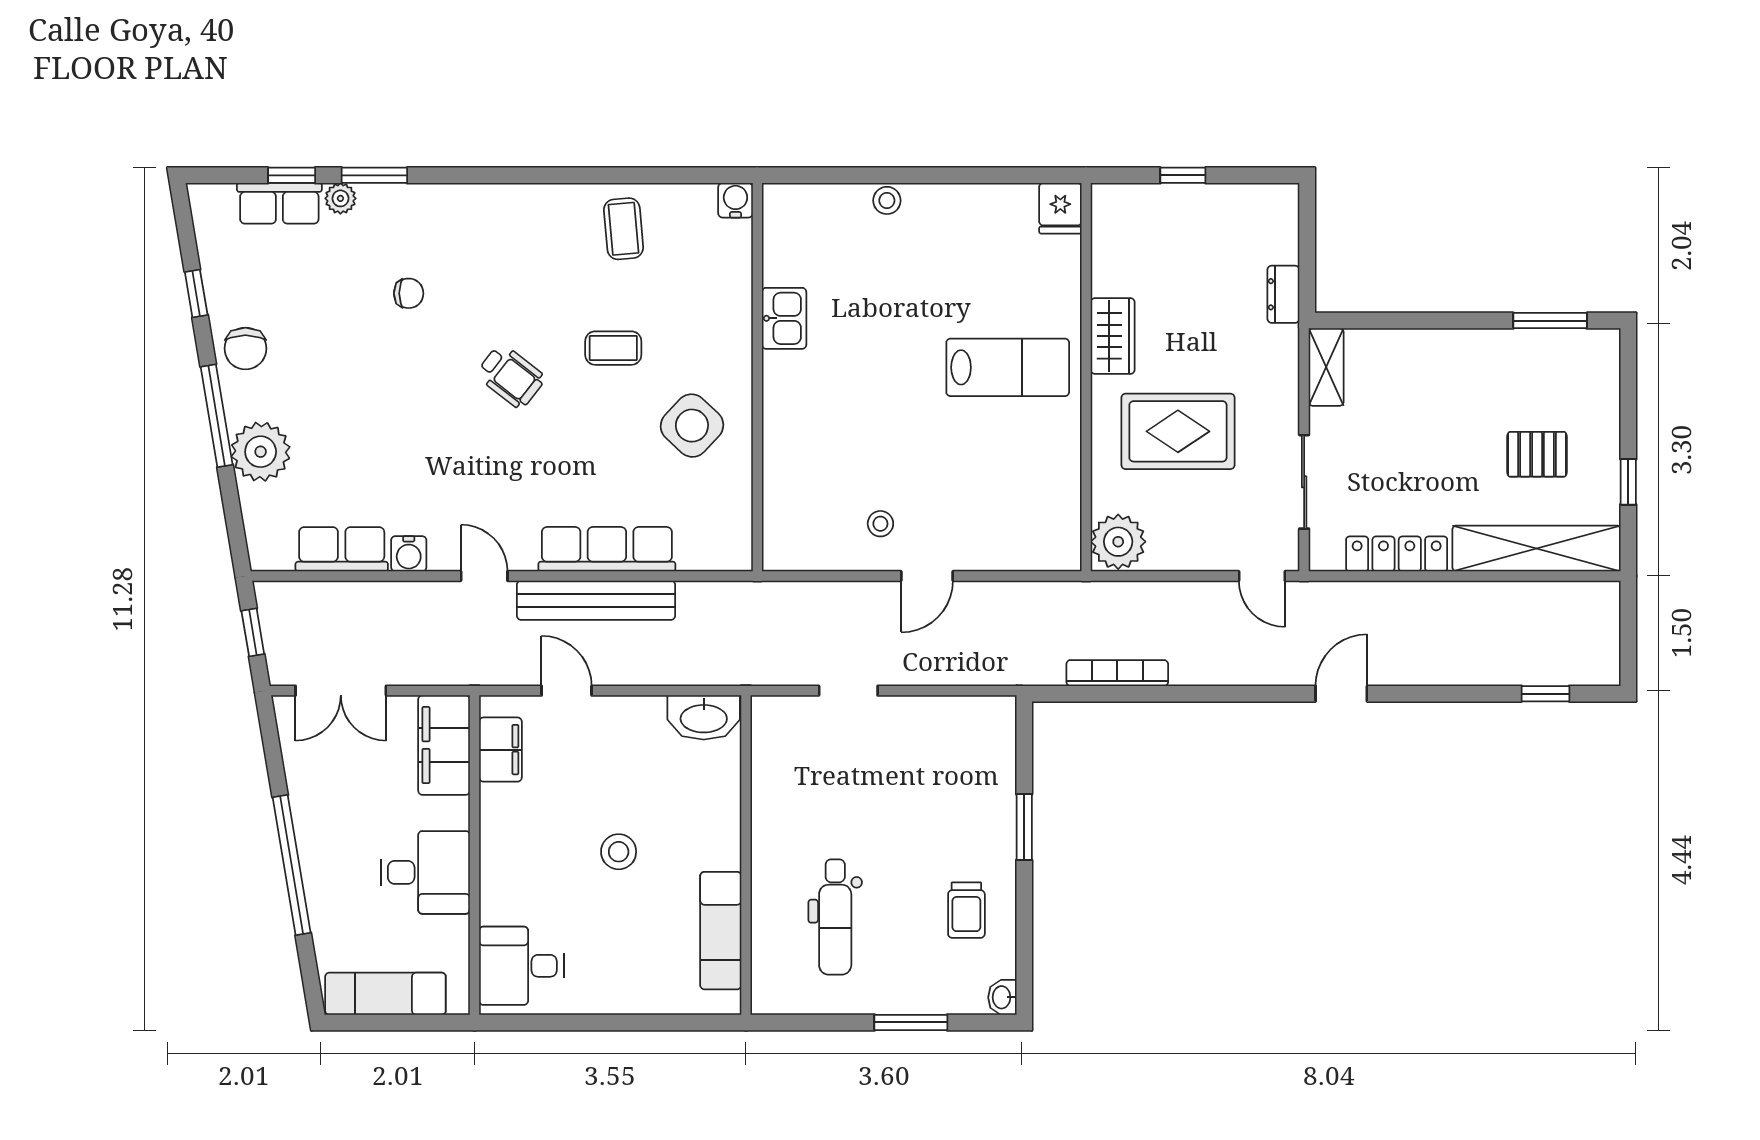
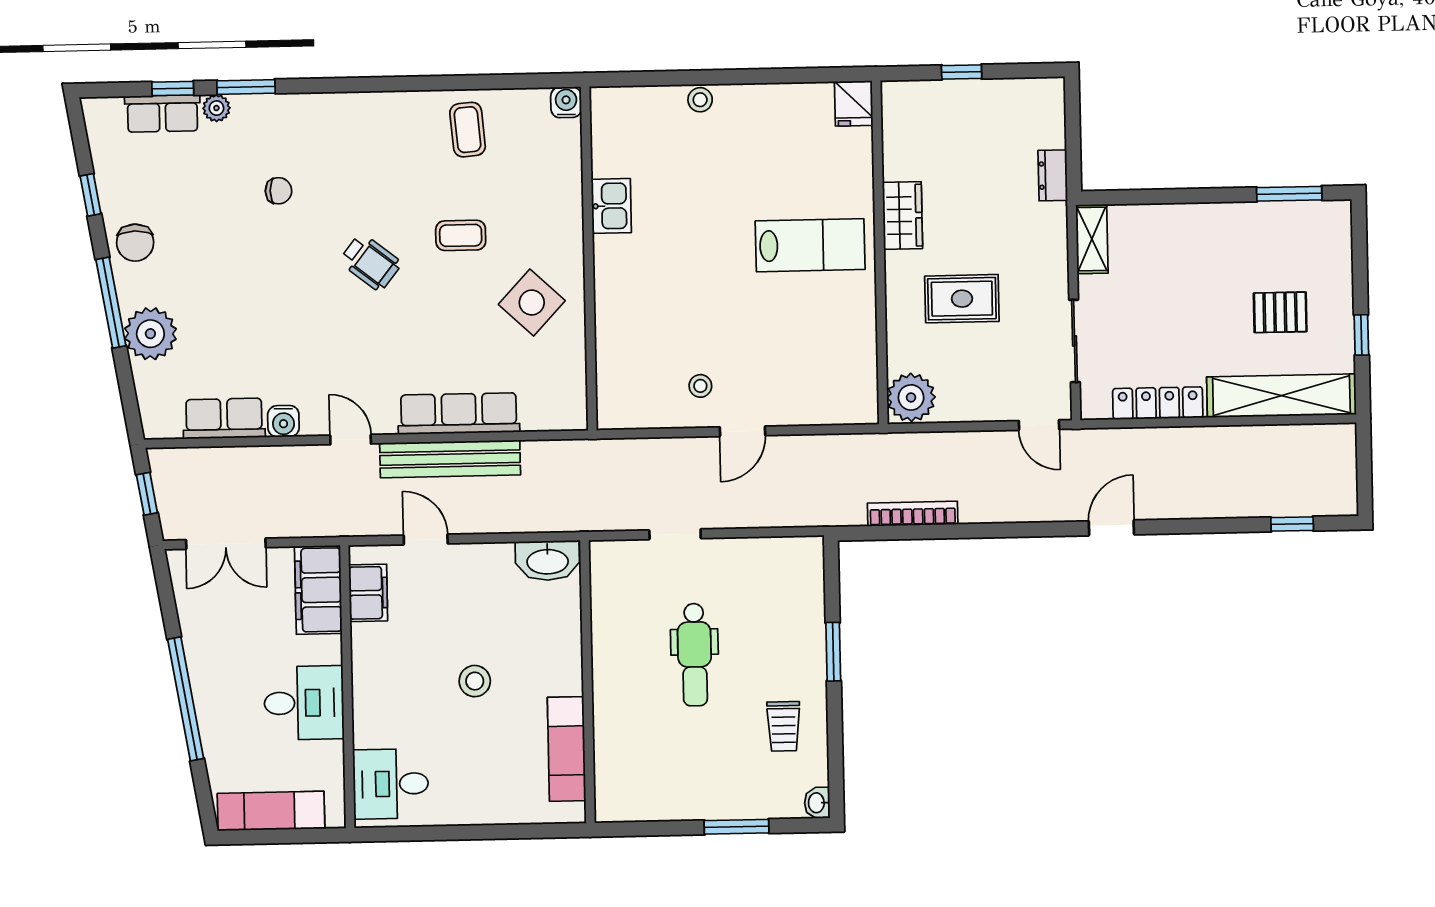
rug: (1178, 431) -> (962, 299), width x0.73, depth x0.70
dental chair: (835, 917) -> (695, 655), moved

